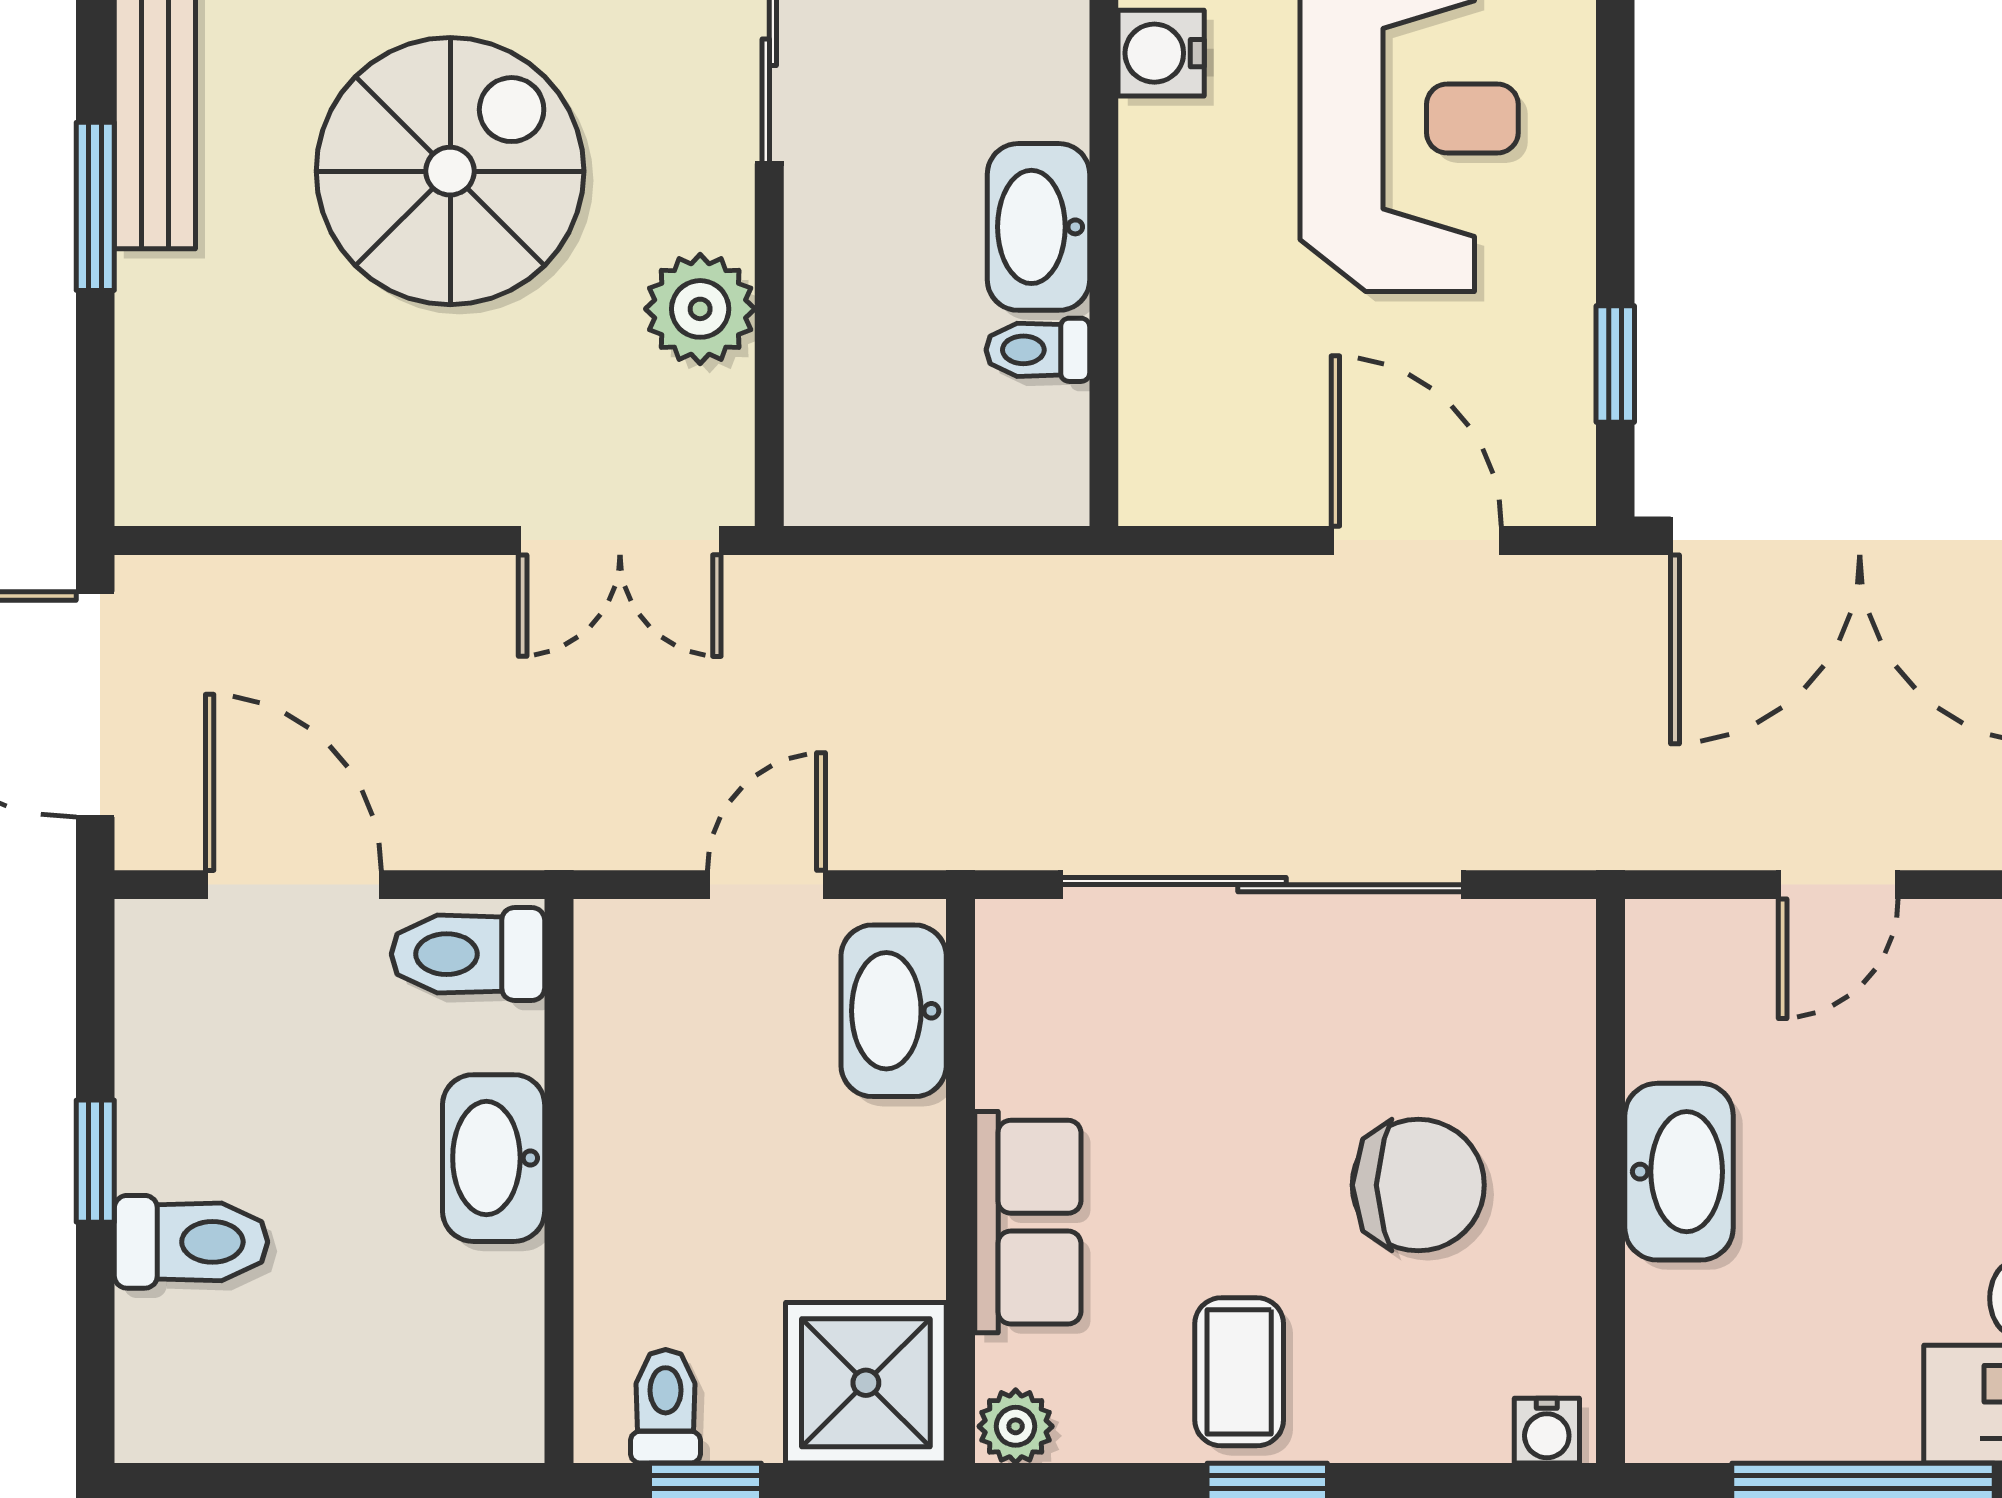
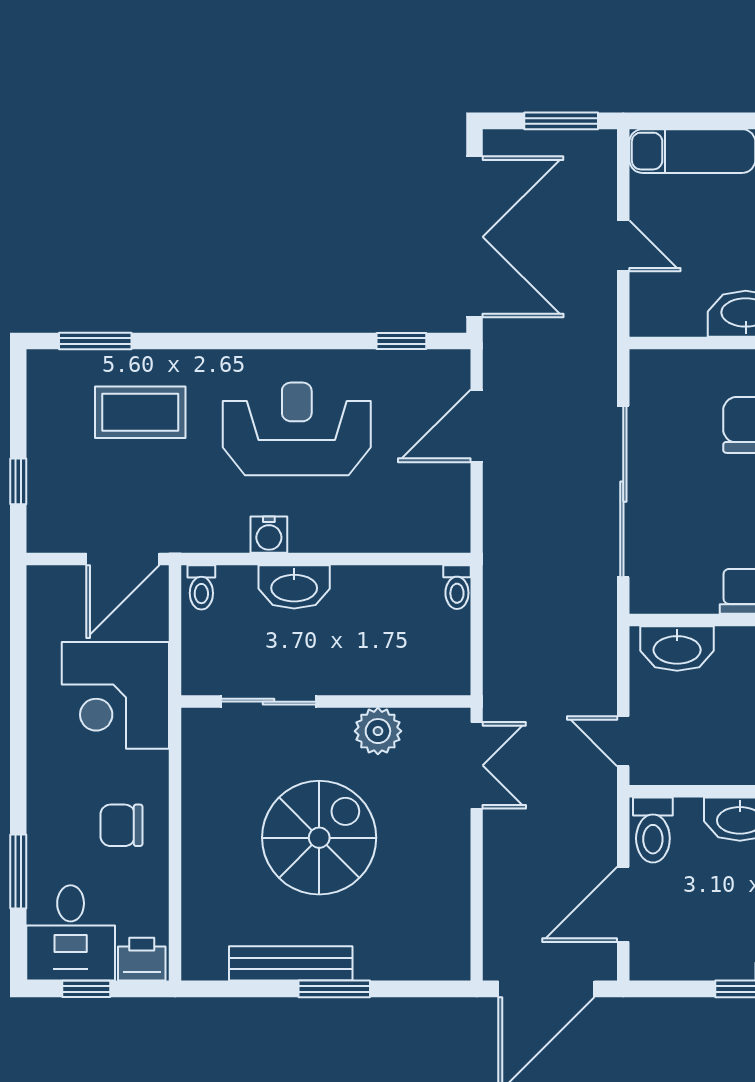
spiral stairs: (450, 171) -> (319, 838), turned 90
washbasin: (1039, 227) -> (294, 587), moved
toilet: (1038, 350) -> (457, 587), moved
door: (766, 885) -> (623, 741), moved

